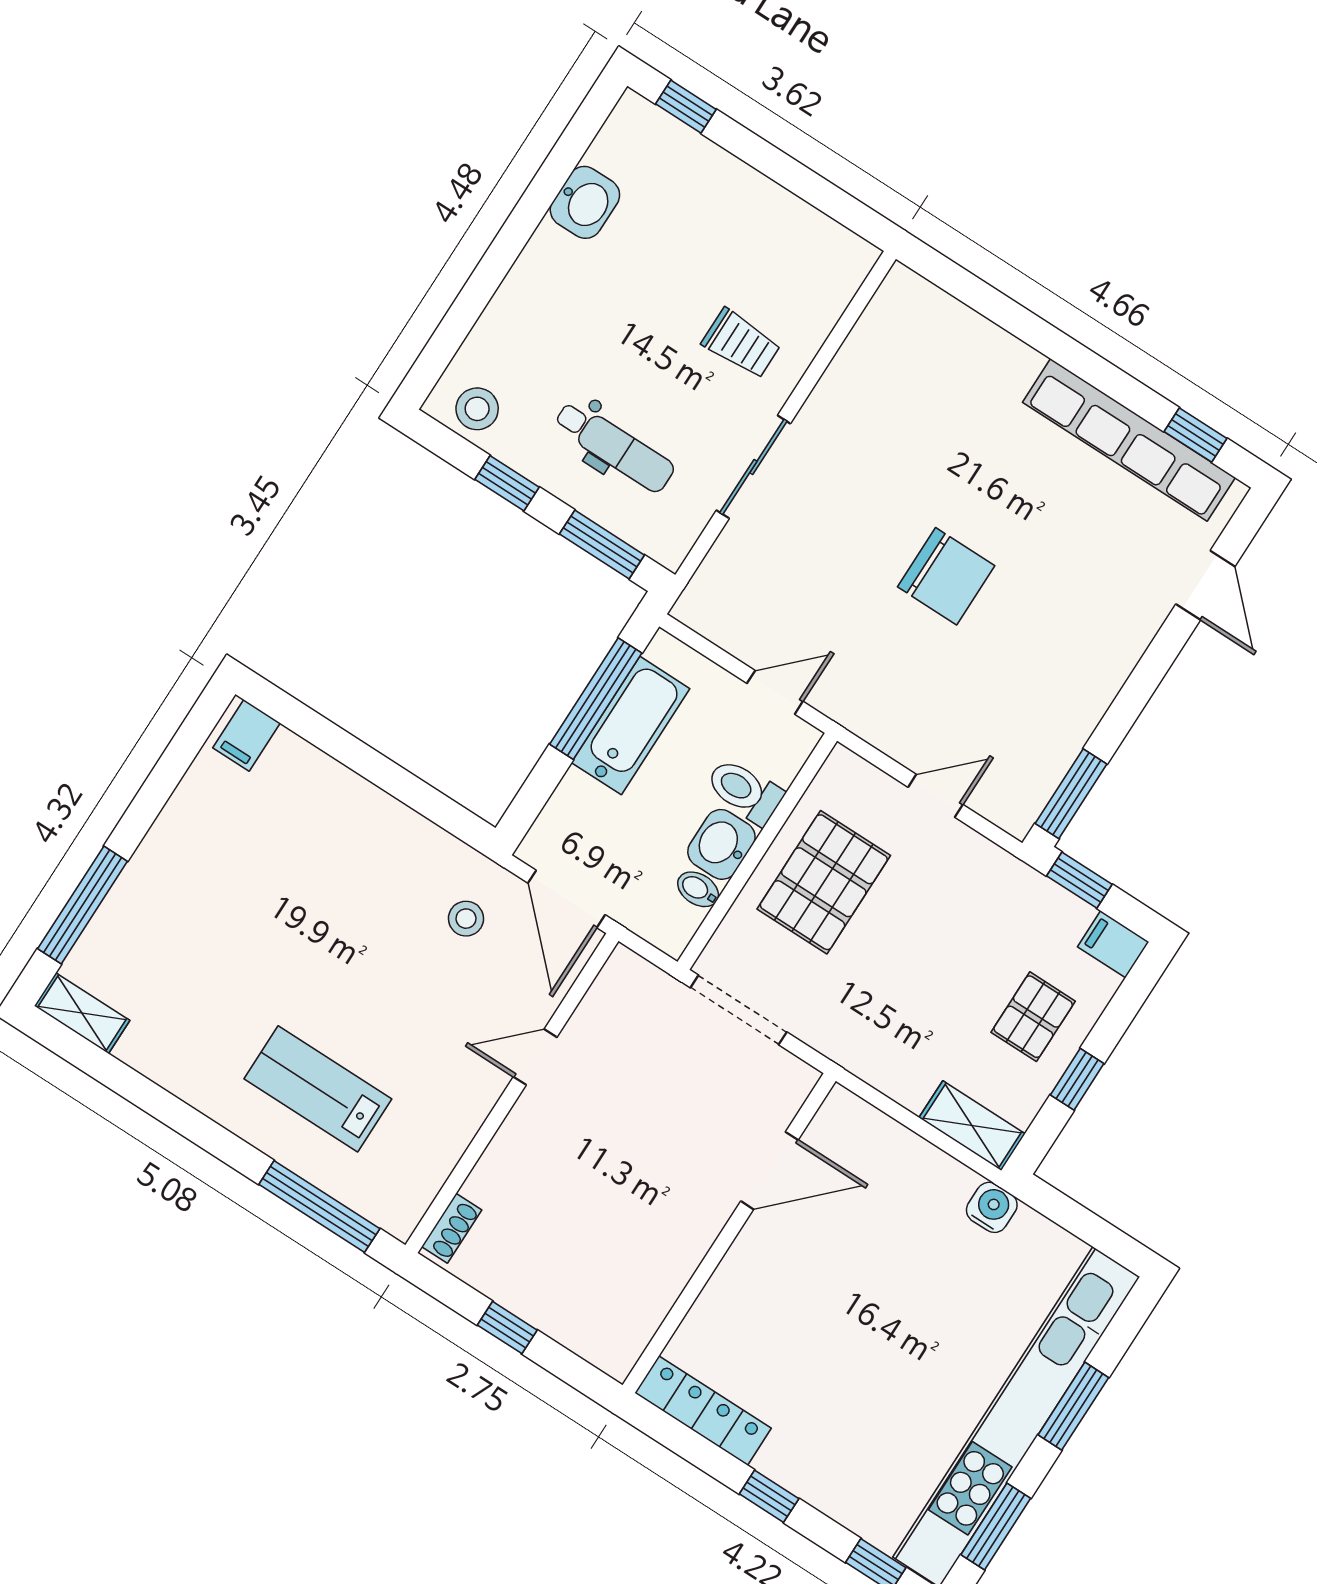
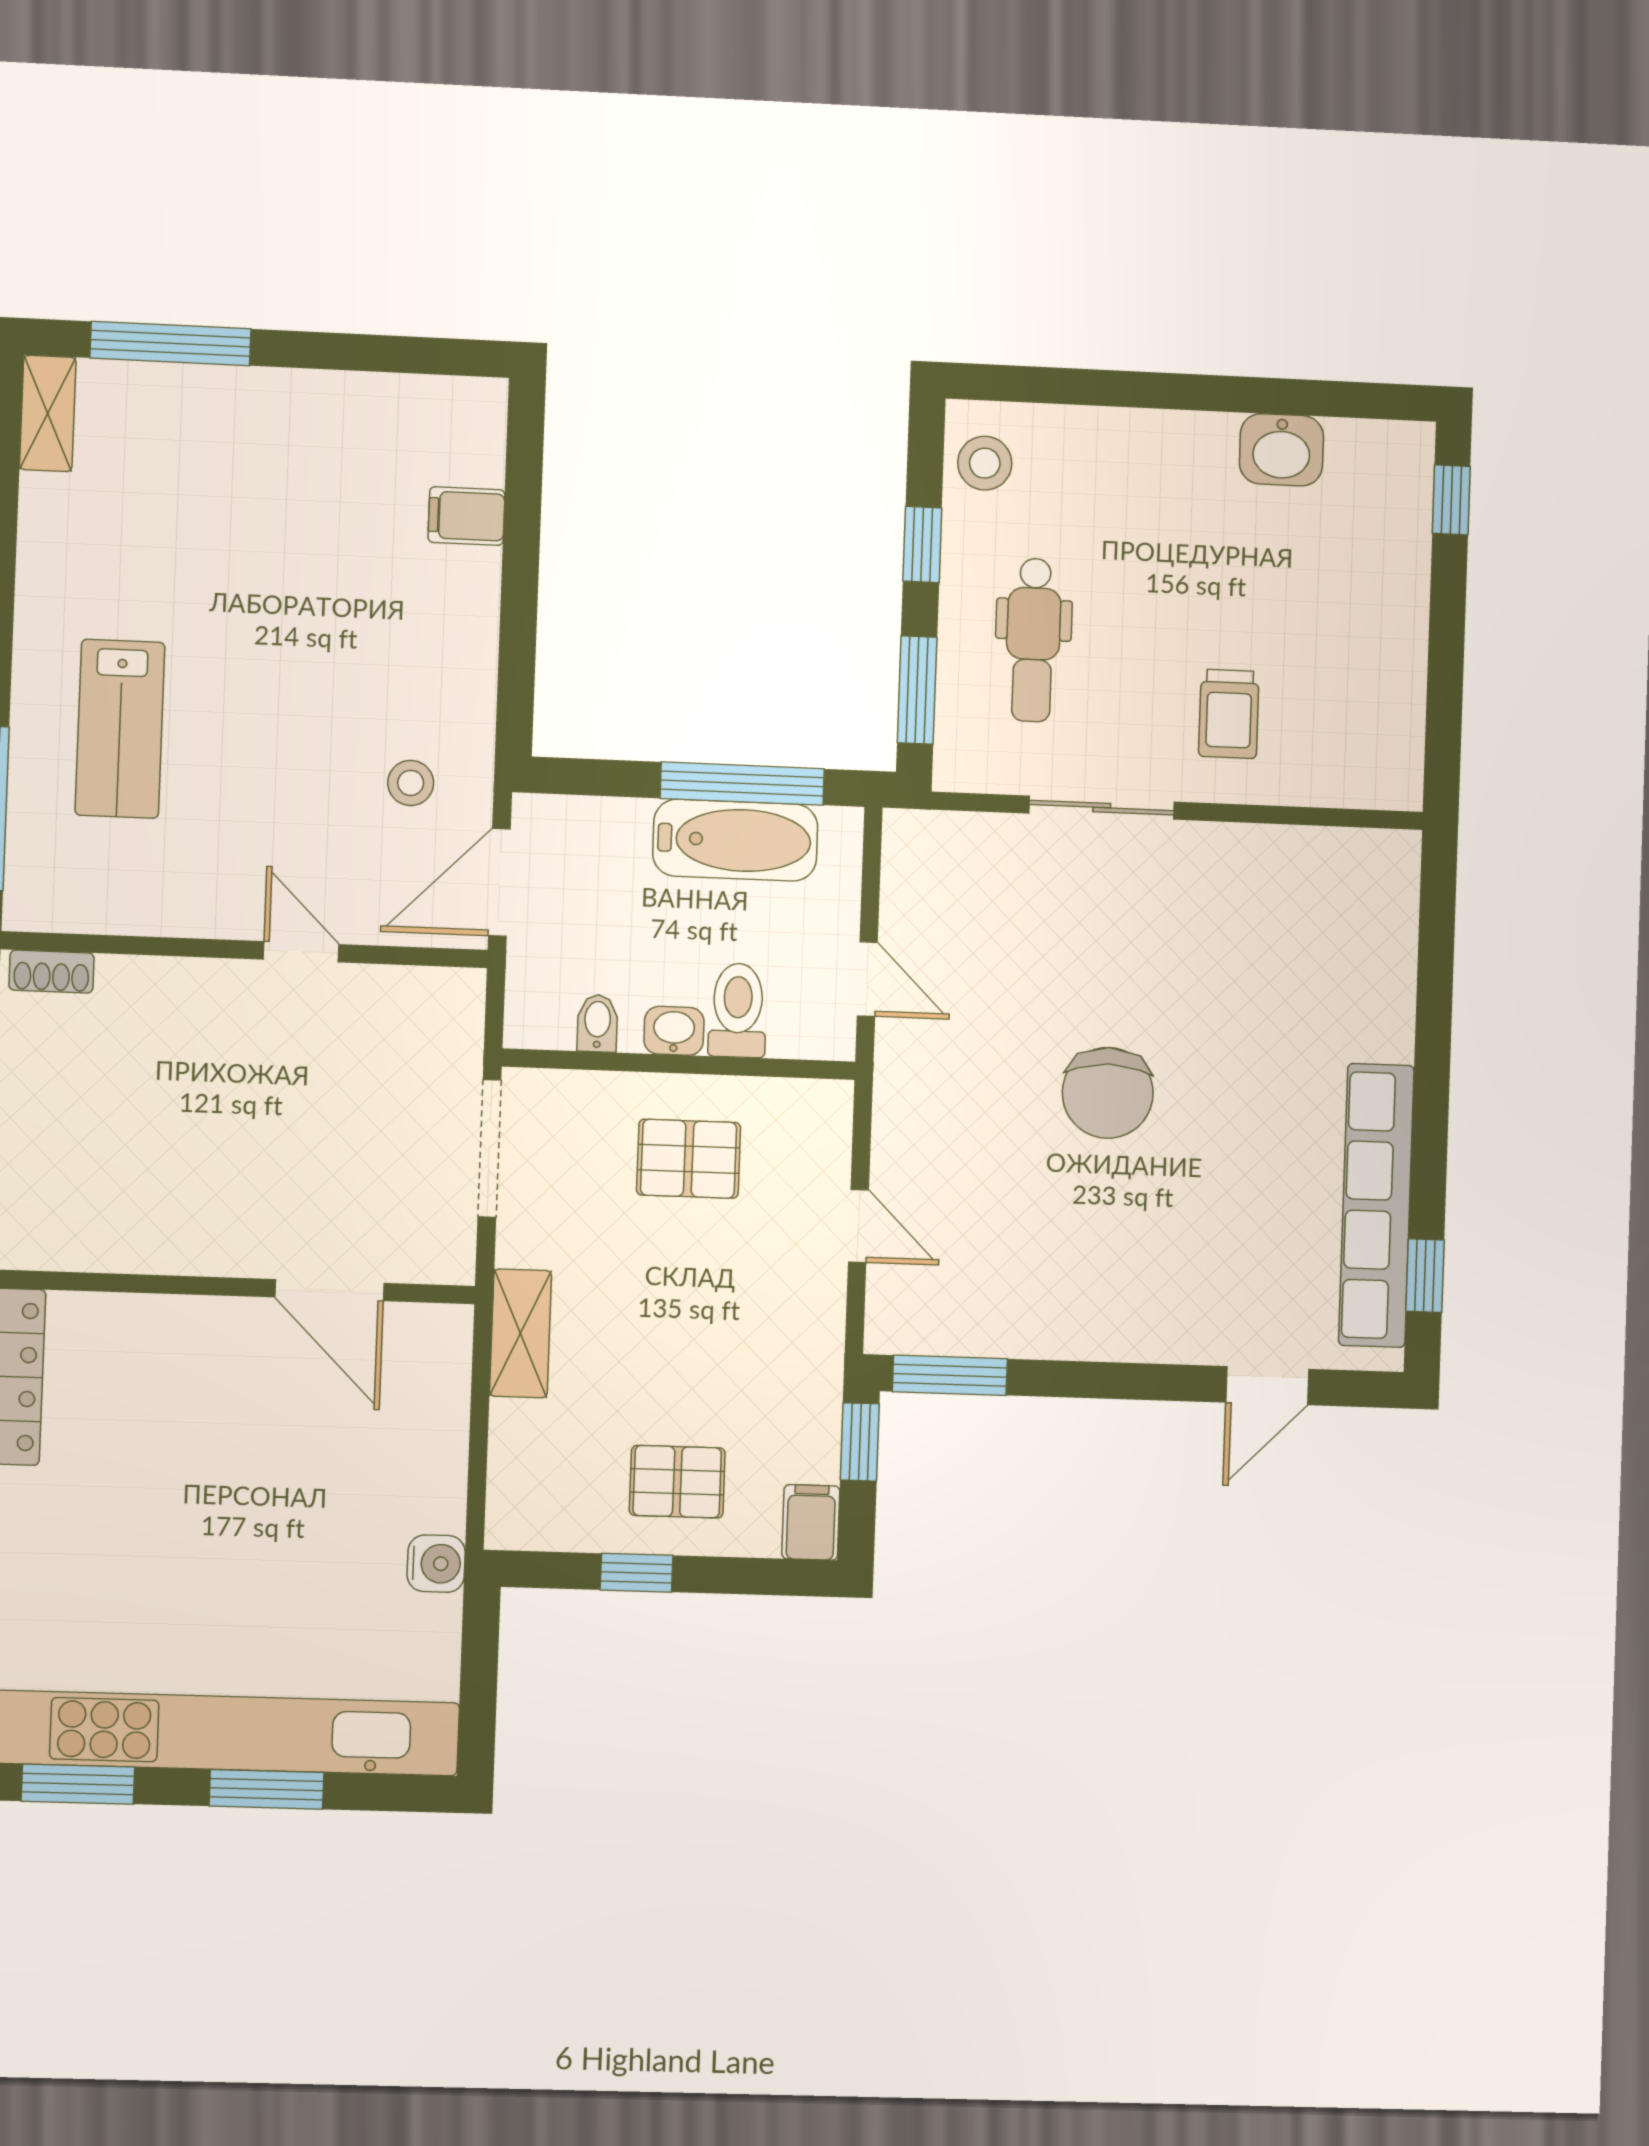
filing cabinet: (247, 735) -> (466, 516), moved
washbasin: (721, 844) -> (674, 1031), width x0.72, depth x0.69
pallet: (824, 882) -> (689, 1159), width x0.67, depth x0.71
lab bench: (318, 1089) -> (120, 729), turned 180
shelving: (972, 1126) -> (520, 1333), moved

